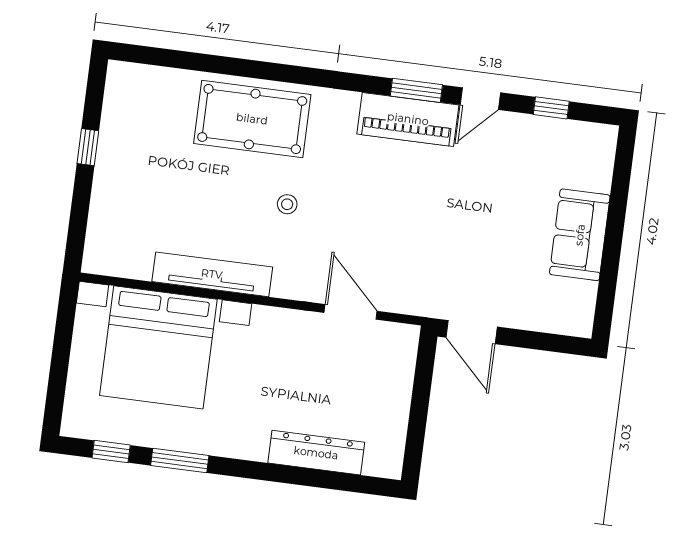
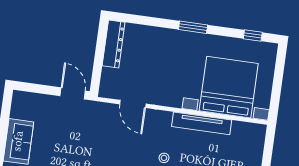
dresser: (316, 453) -> (114, 44), moved, turned -90
window: (180, 460) -> (193, 27), moved

